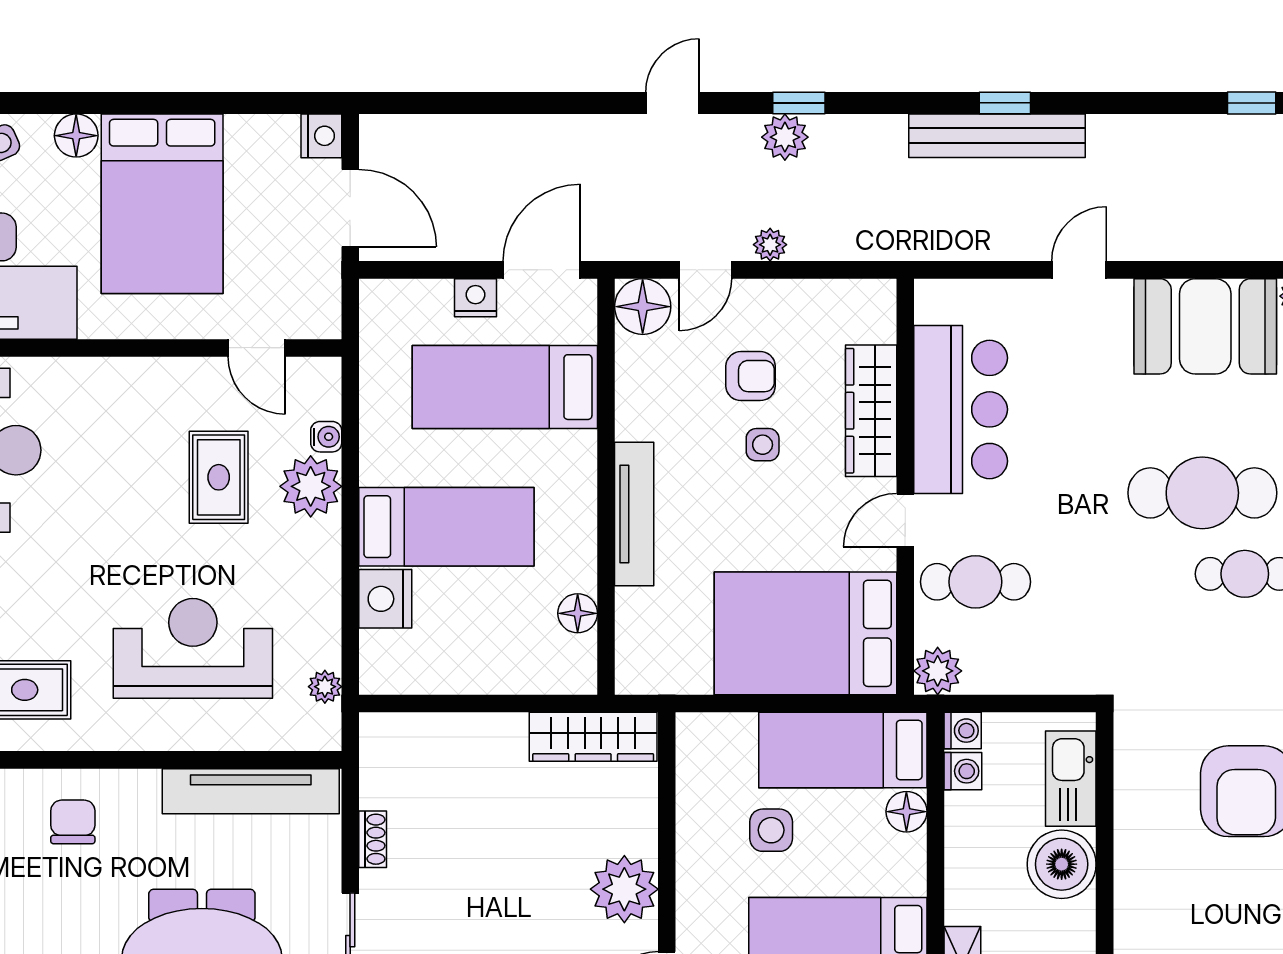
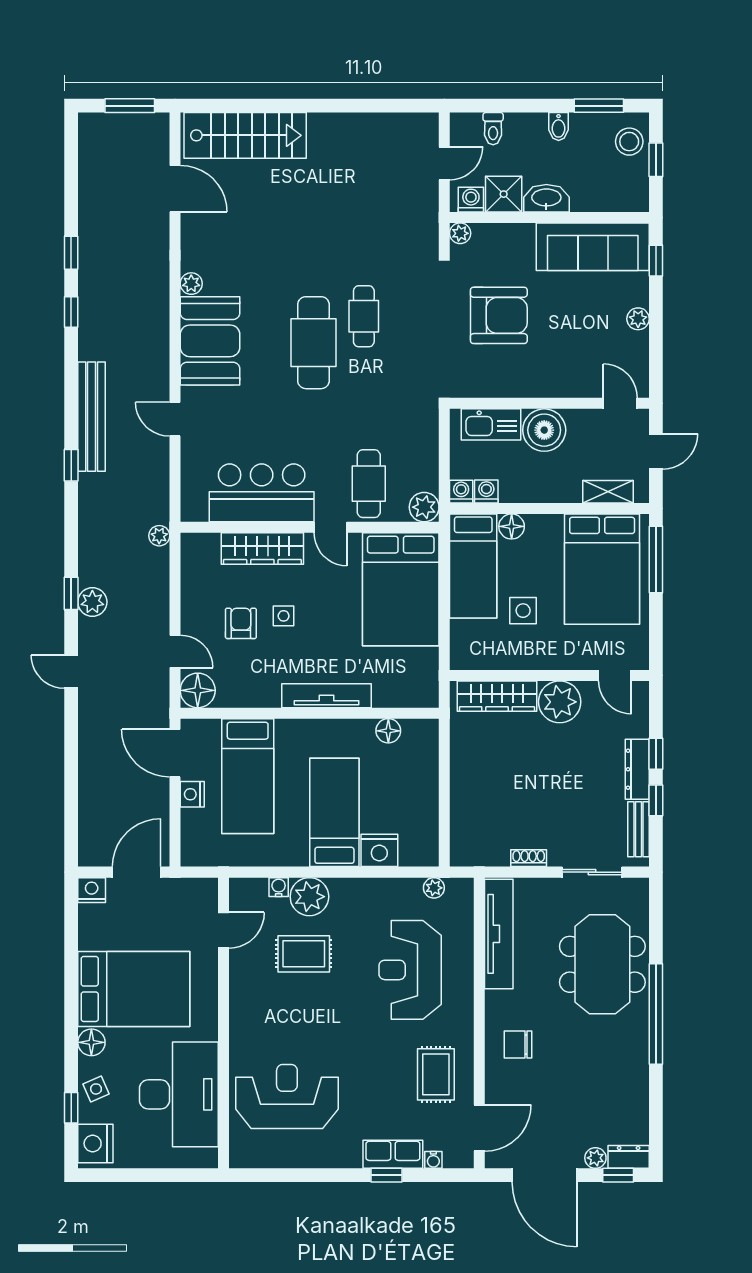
bench: (997, 136) -> (92, 417), moved
plant: (770, 245) -> (159, 536), moved
wardrobe: (593, 737) -> (497, 696), moved, turned 90

